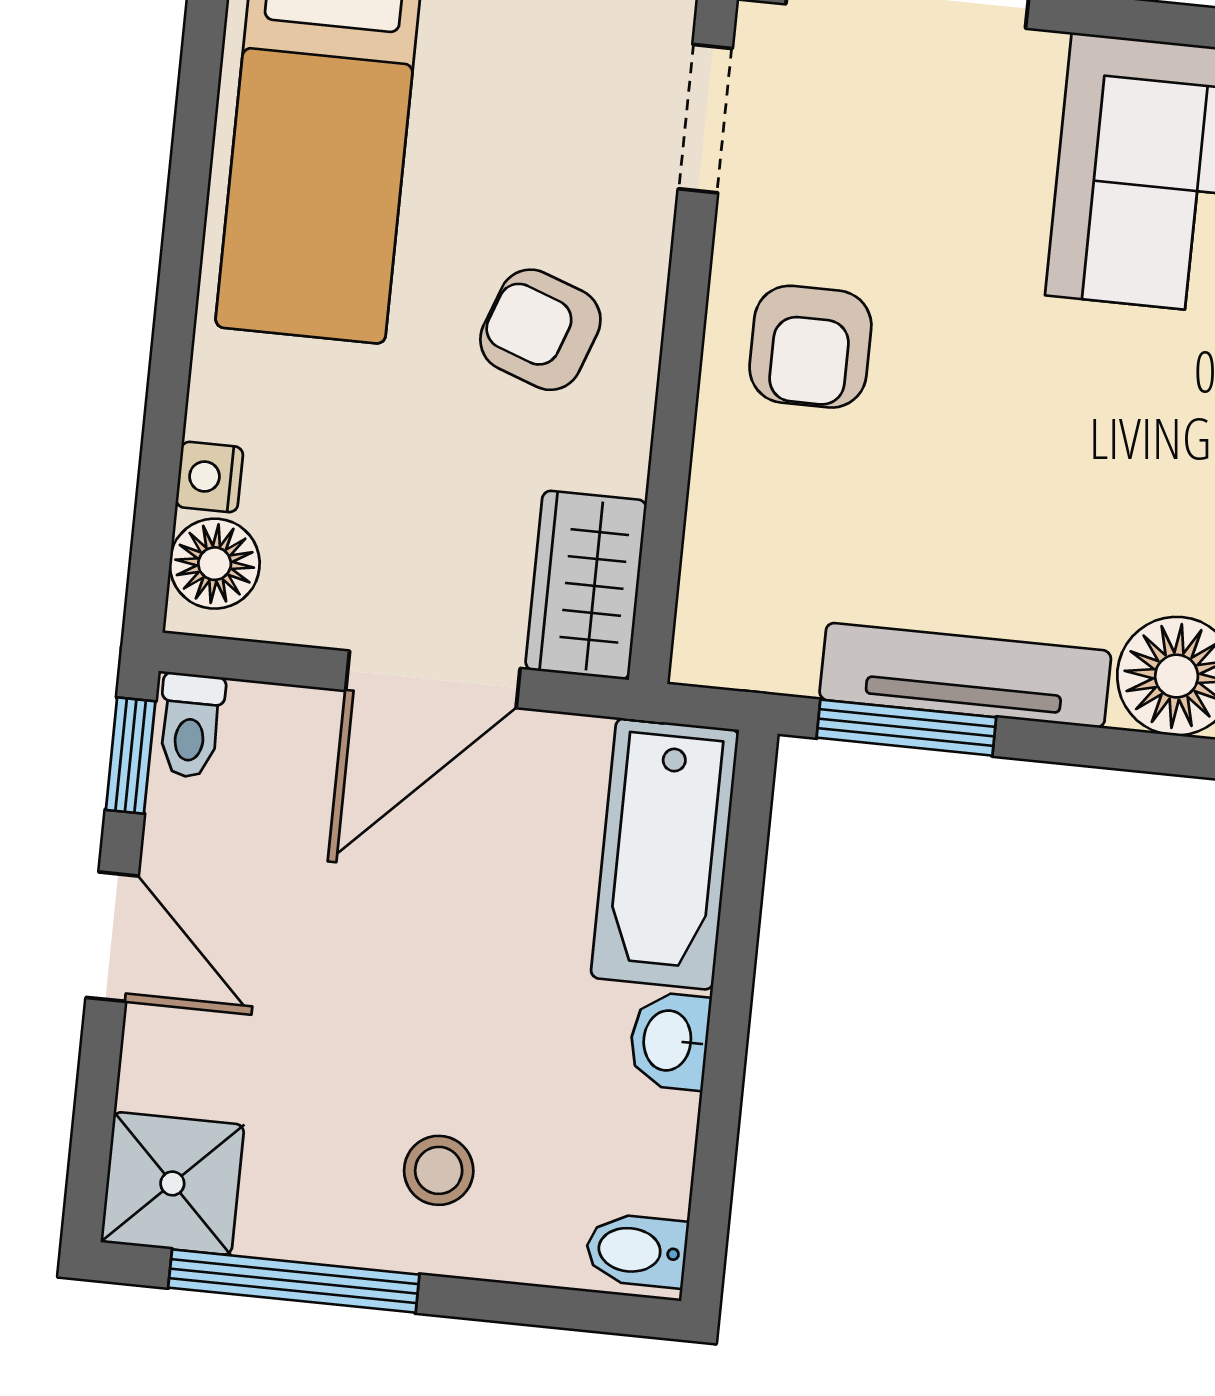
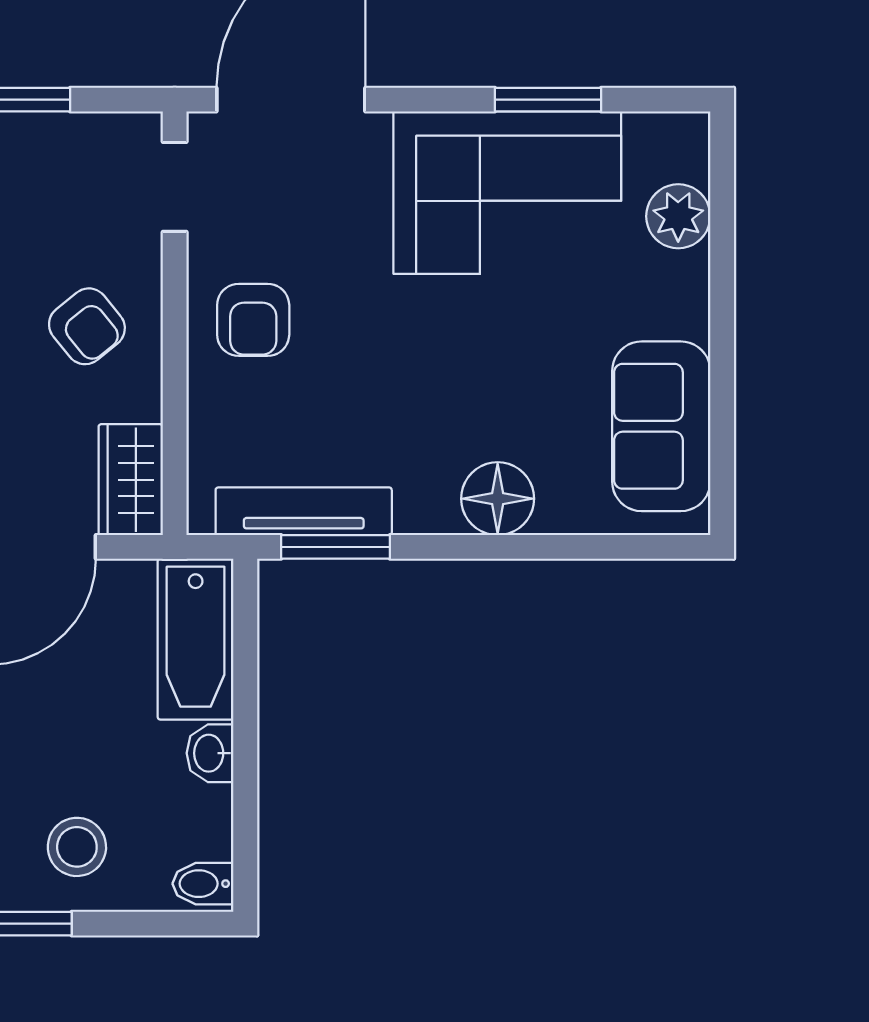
armchair: (540, 330) -> (87, 326), turned -149
tv unit: (965, 675) -> (304, 511), moved
stool: (439, 1170) -> (77, 847), width x1.37, depth x1.37

